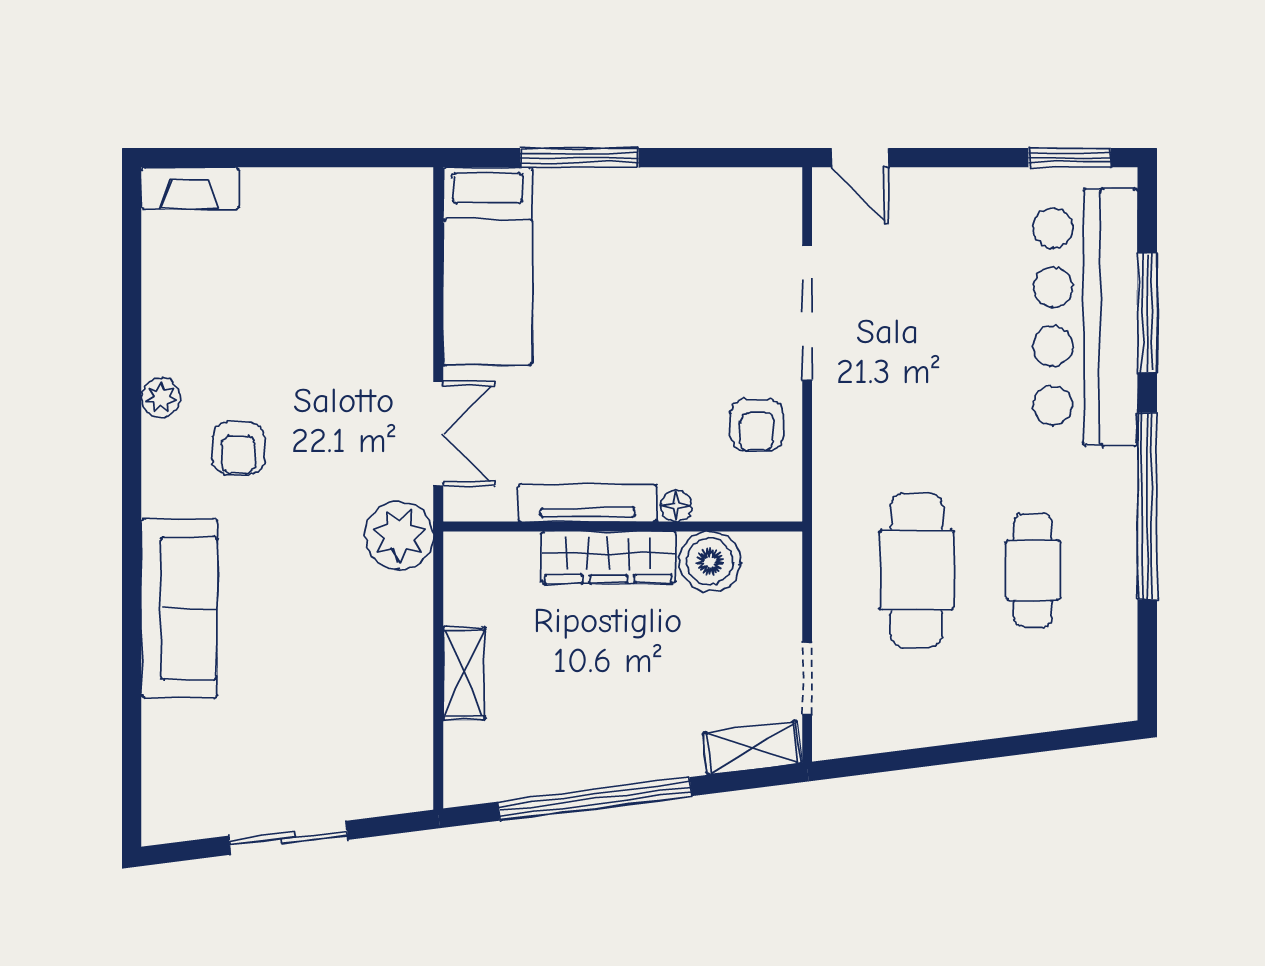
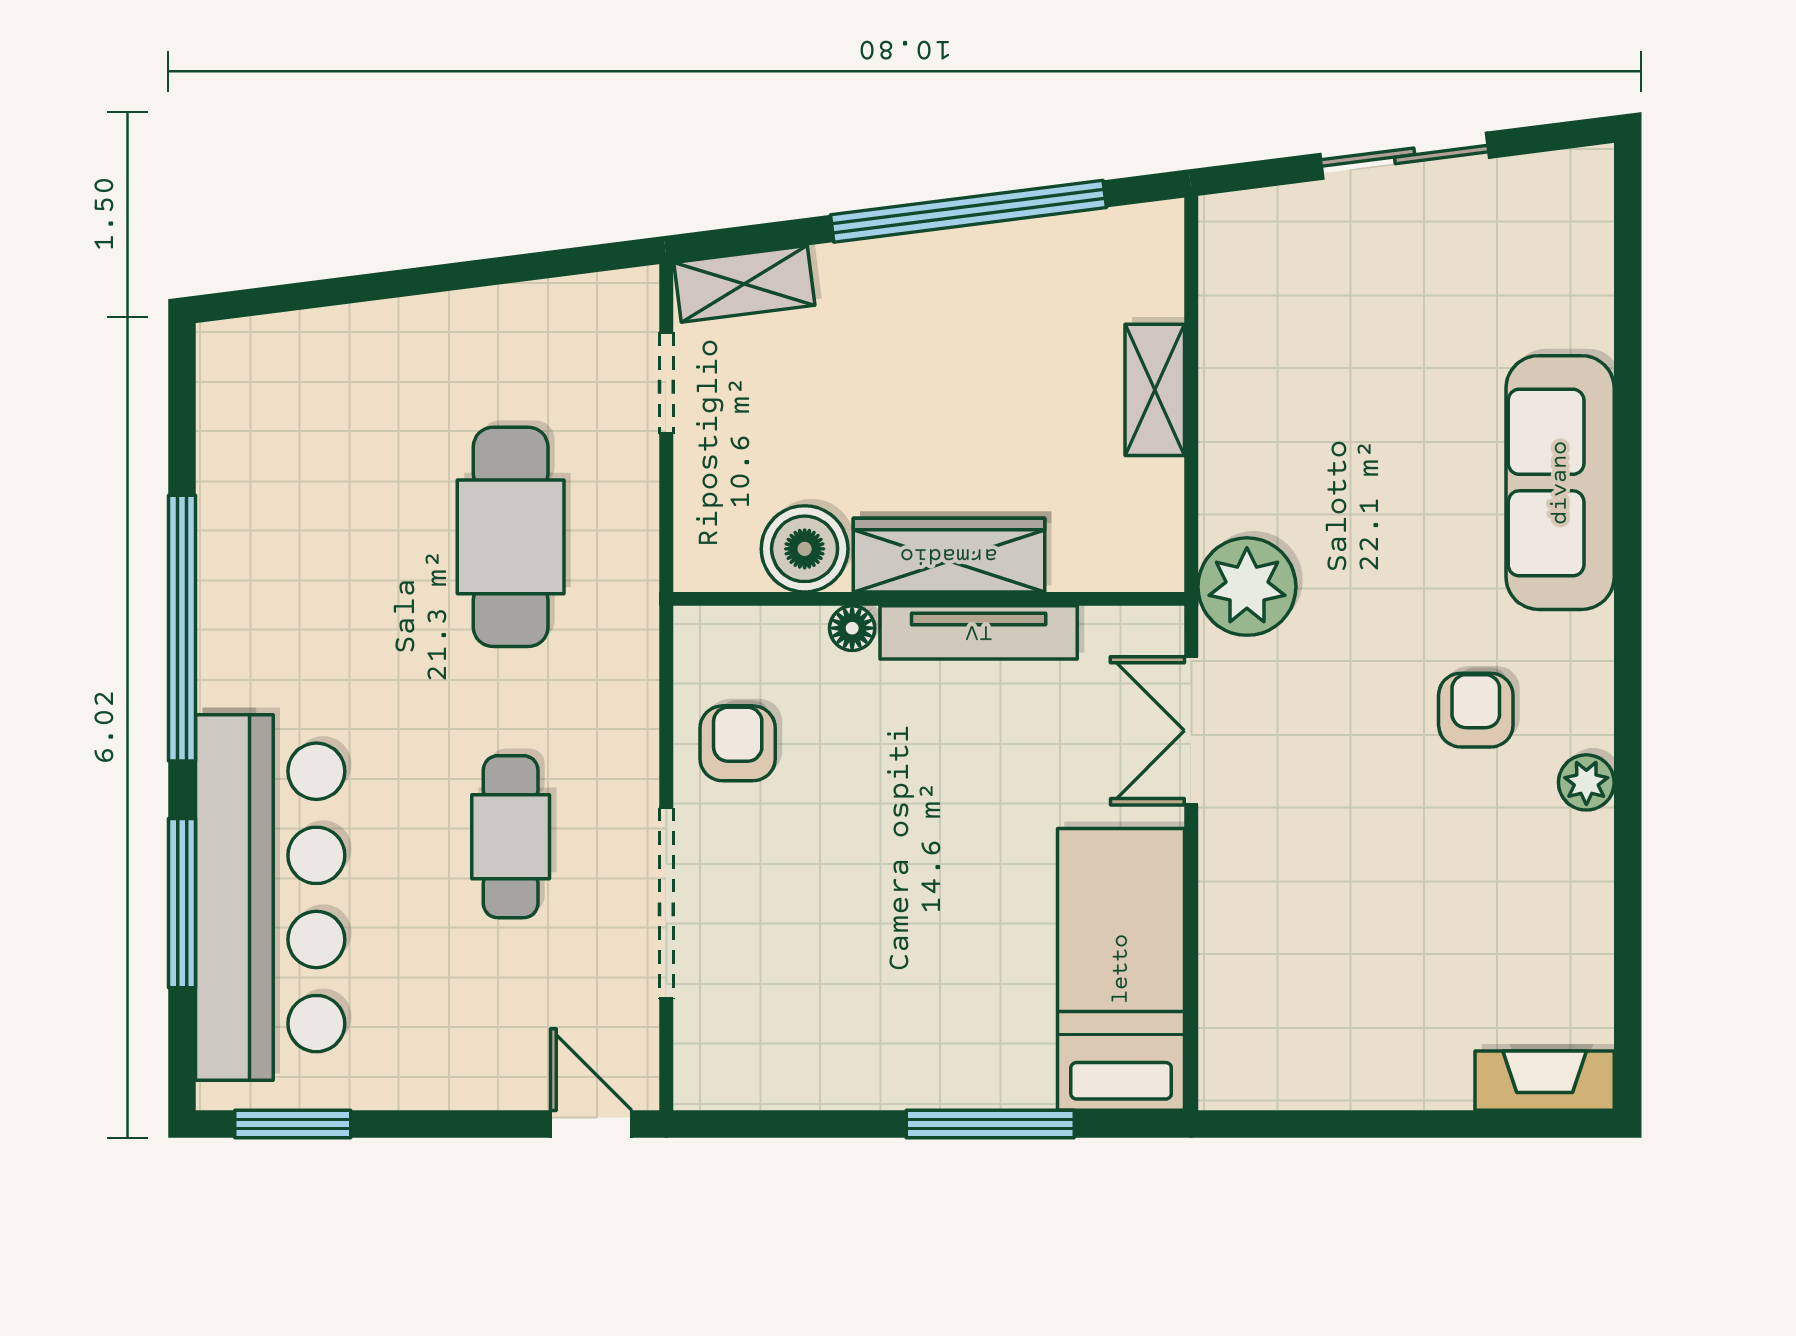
cafe table: (1033, 570) -> (511, 837), moved

